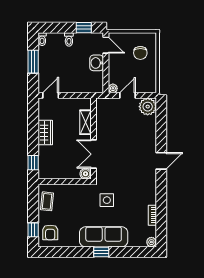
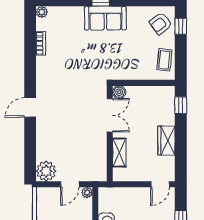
side table: (107, 200) -> (94, 61), removed
armchair: (50, 232) -> (161, 23), turned -127
sofa: (104, 237) -> (105, 18), width x0.73

